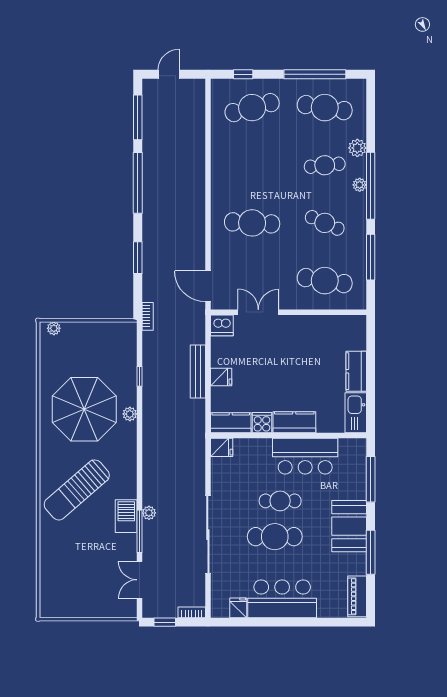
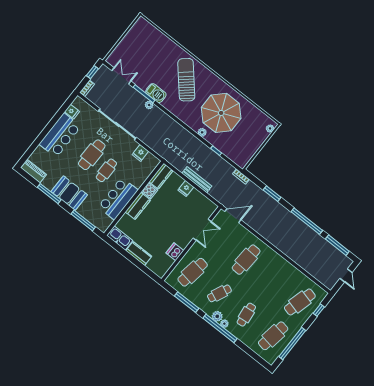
cafe table: (252, 108) -> (300, 302), turned 30
plant: (357, 148) -> (217, 316), moved
dishwasher: (222, 325) -> (175, 252), moved
fridge: (222, 447) -> (140, 153), moved

